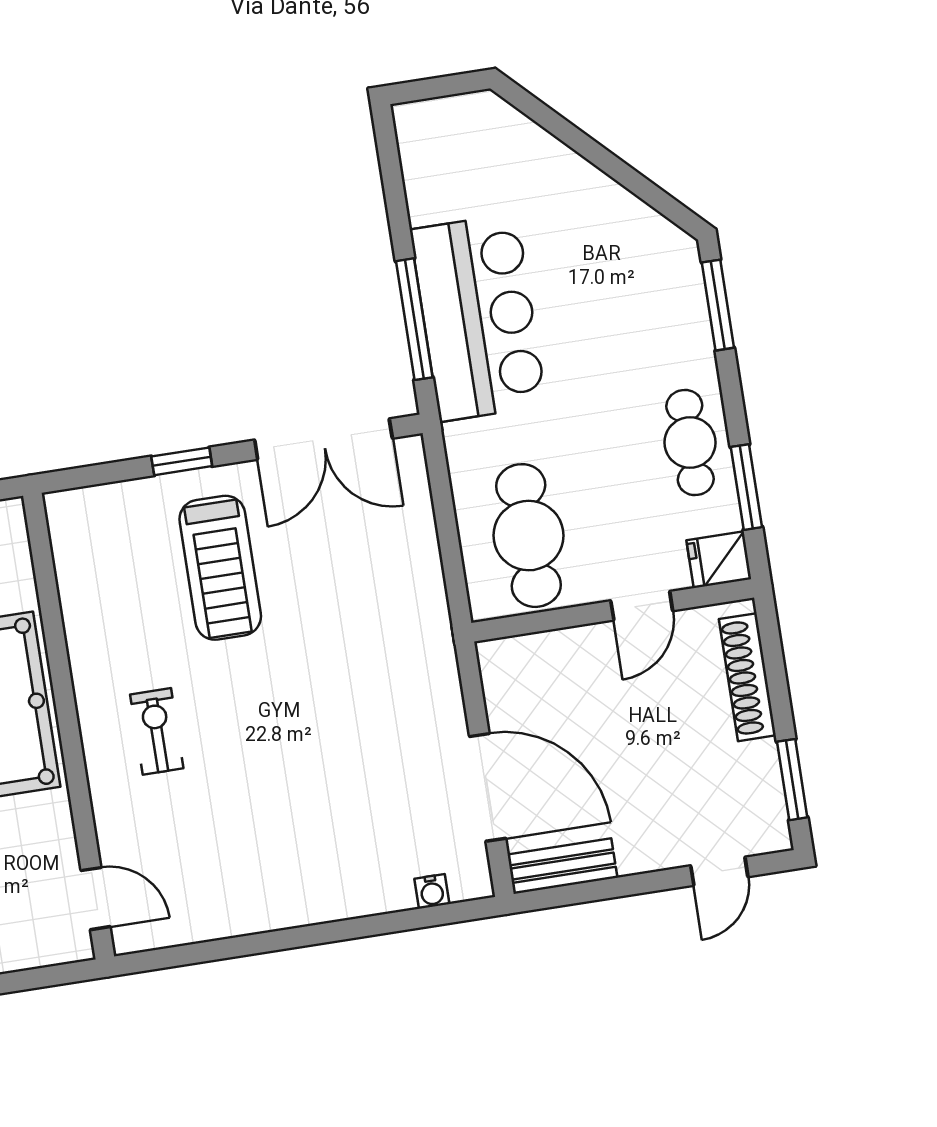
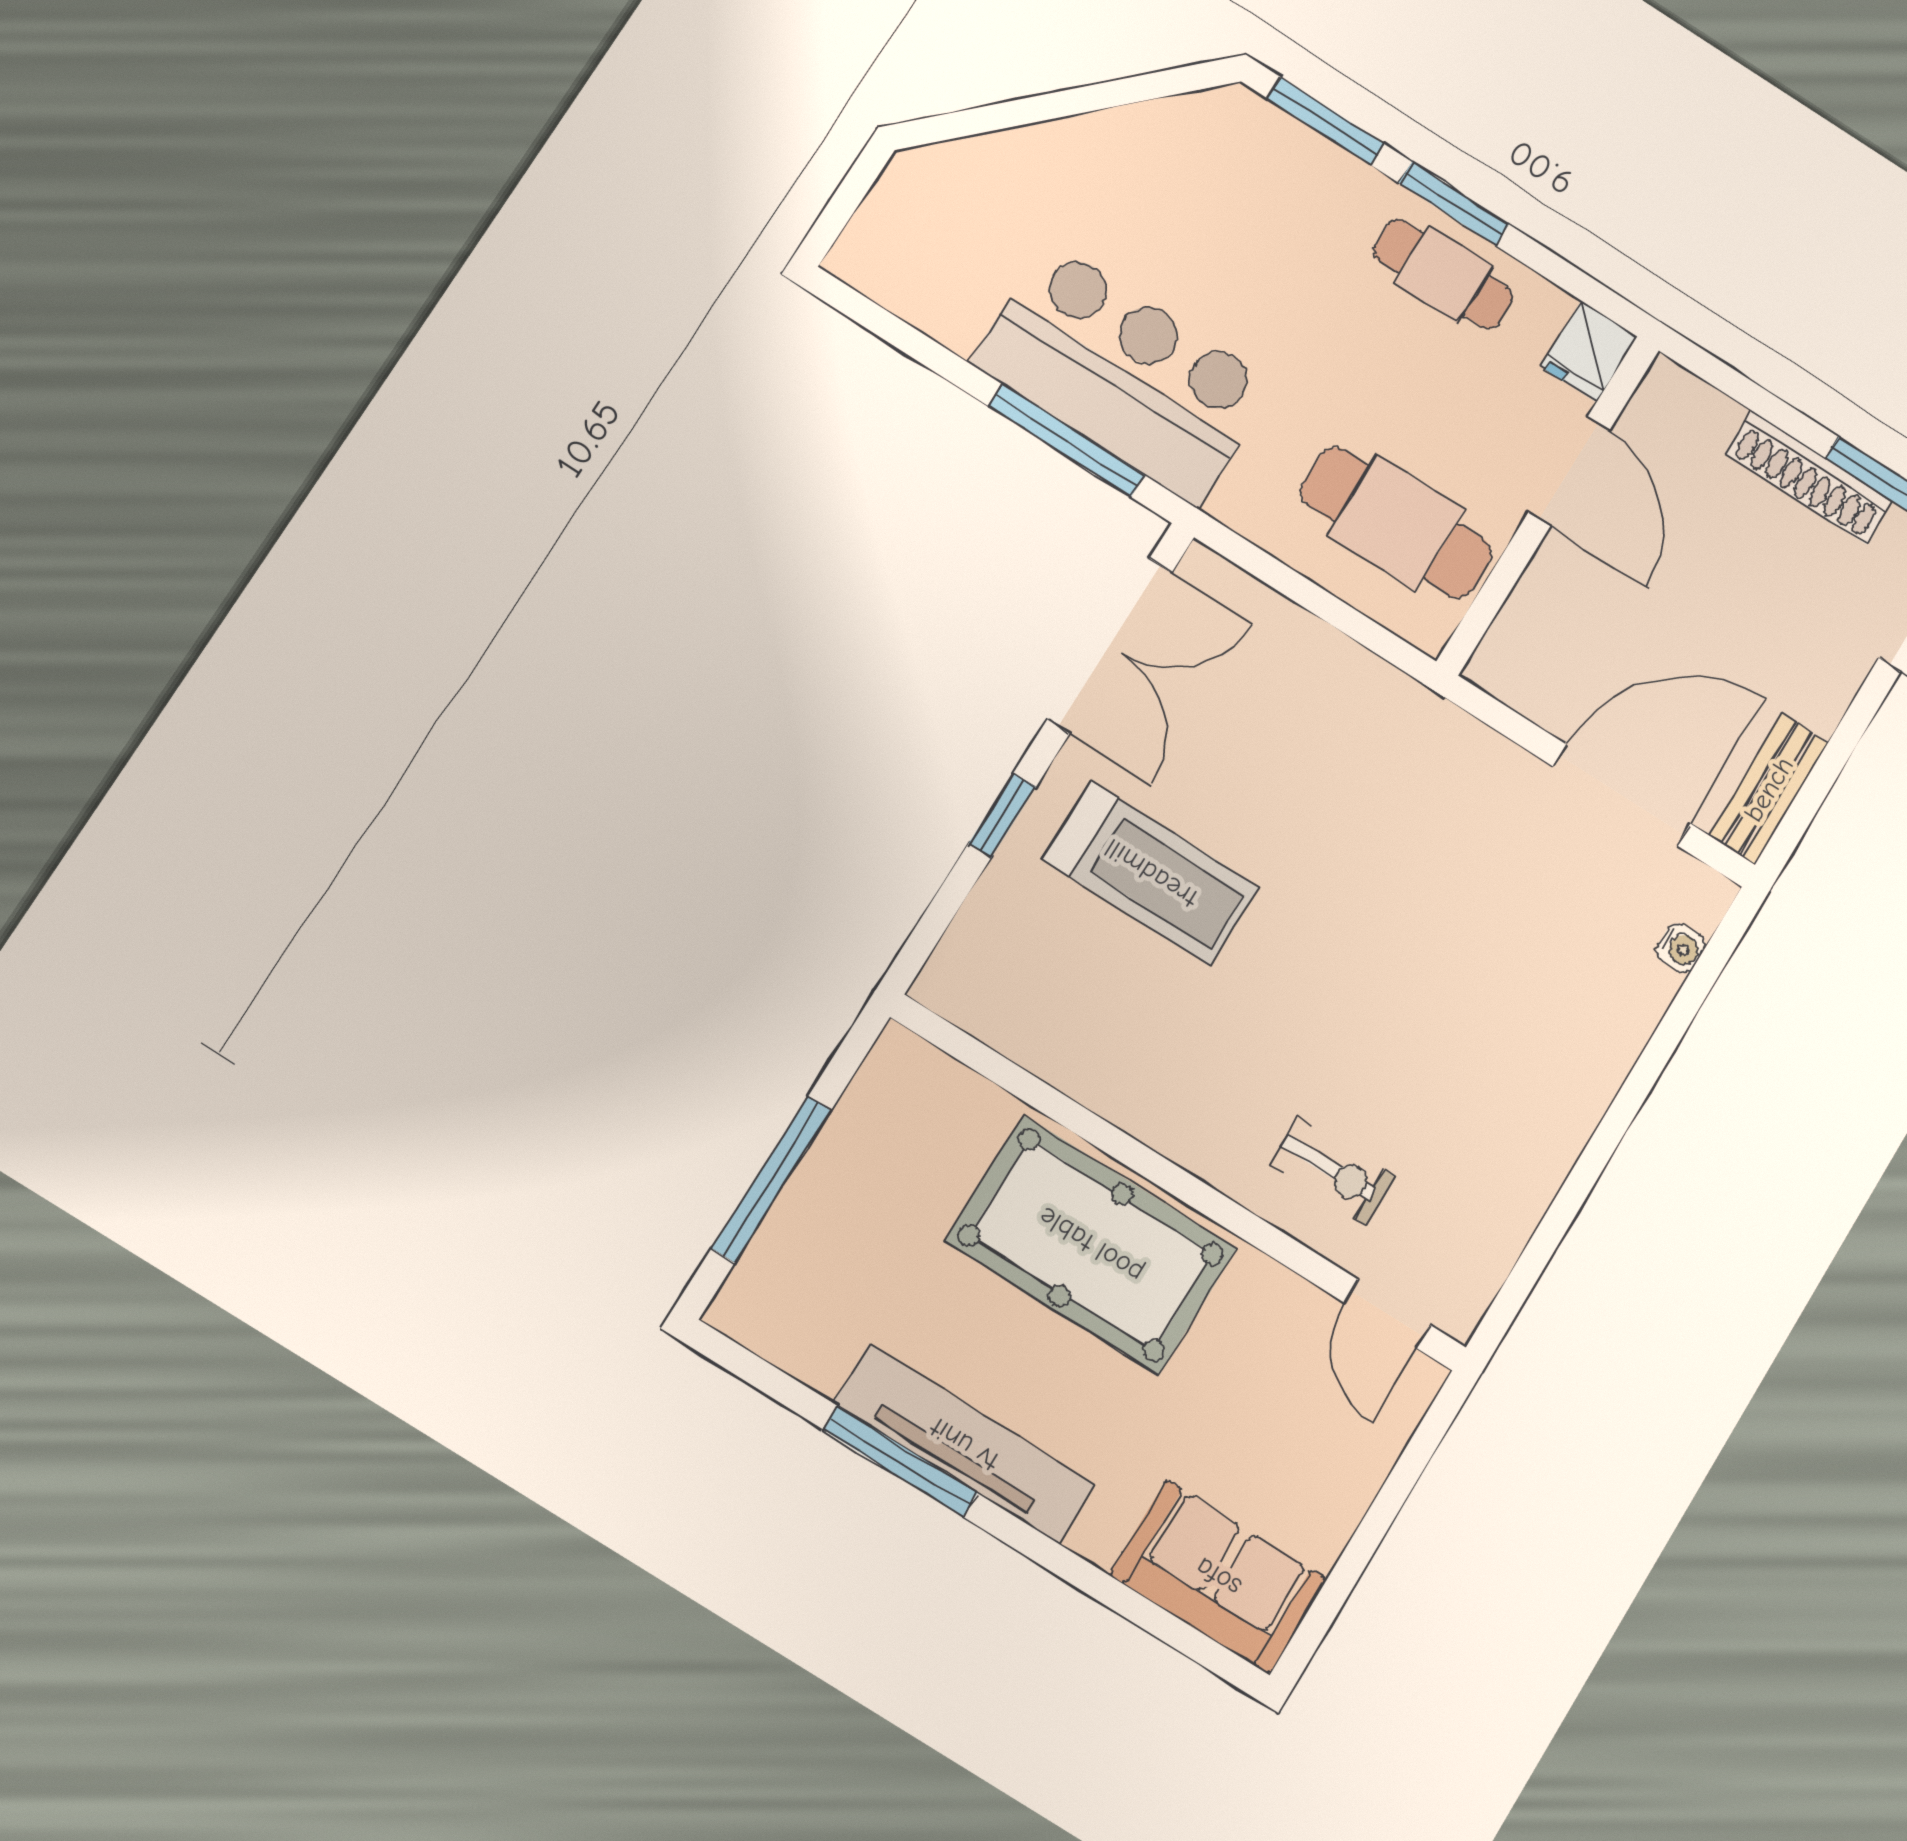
window: (746, 487) -> (1454, 204), moved
door: (642, 606) -> (1569, 471), width x1.38
shoe rack: (747, 677) -> (1809, 477), moved
exercise bike: (157, 731) -> (1333, 1170), moved, turned 180
door: (96, 899) -> (1387, 1314), swing flipped

